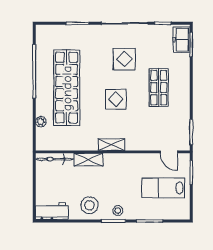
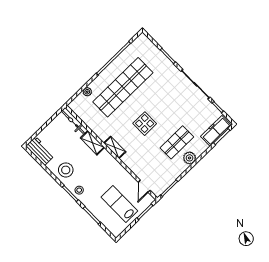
freezer: (182, 40) -> (216, 131), width x1.40
display table: (124, 59) -> (174, 105), removed
plant: (182, 90) -> (190, 158), added

